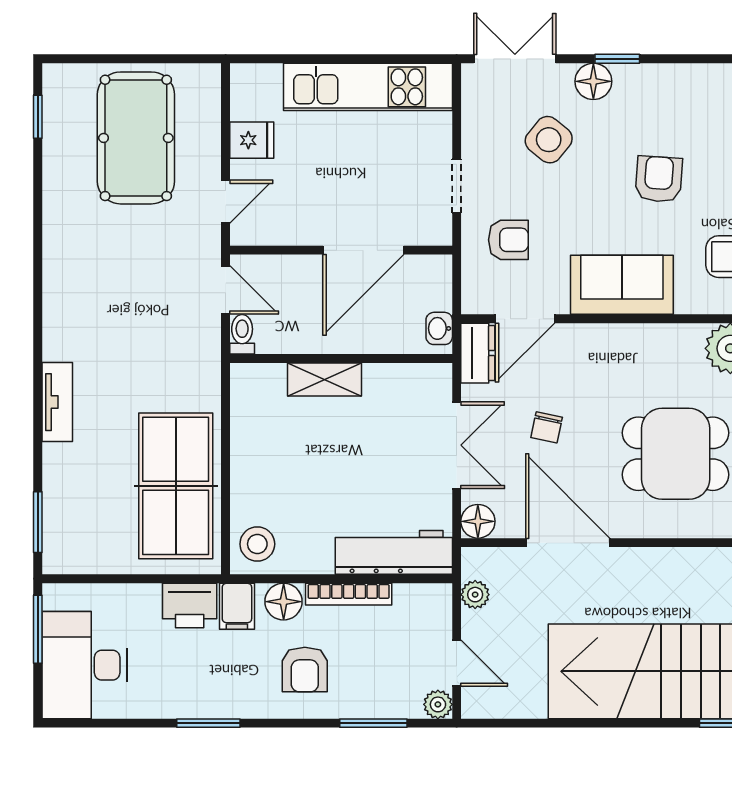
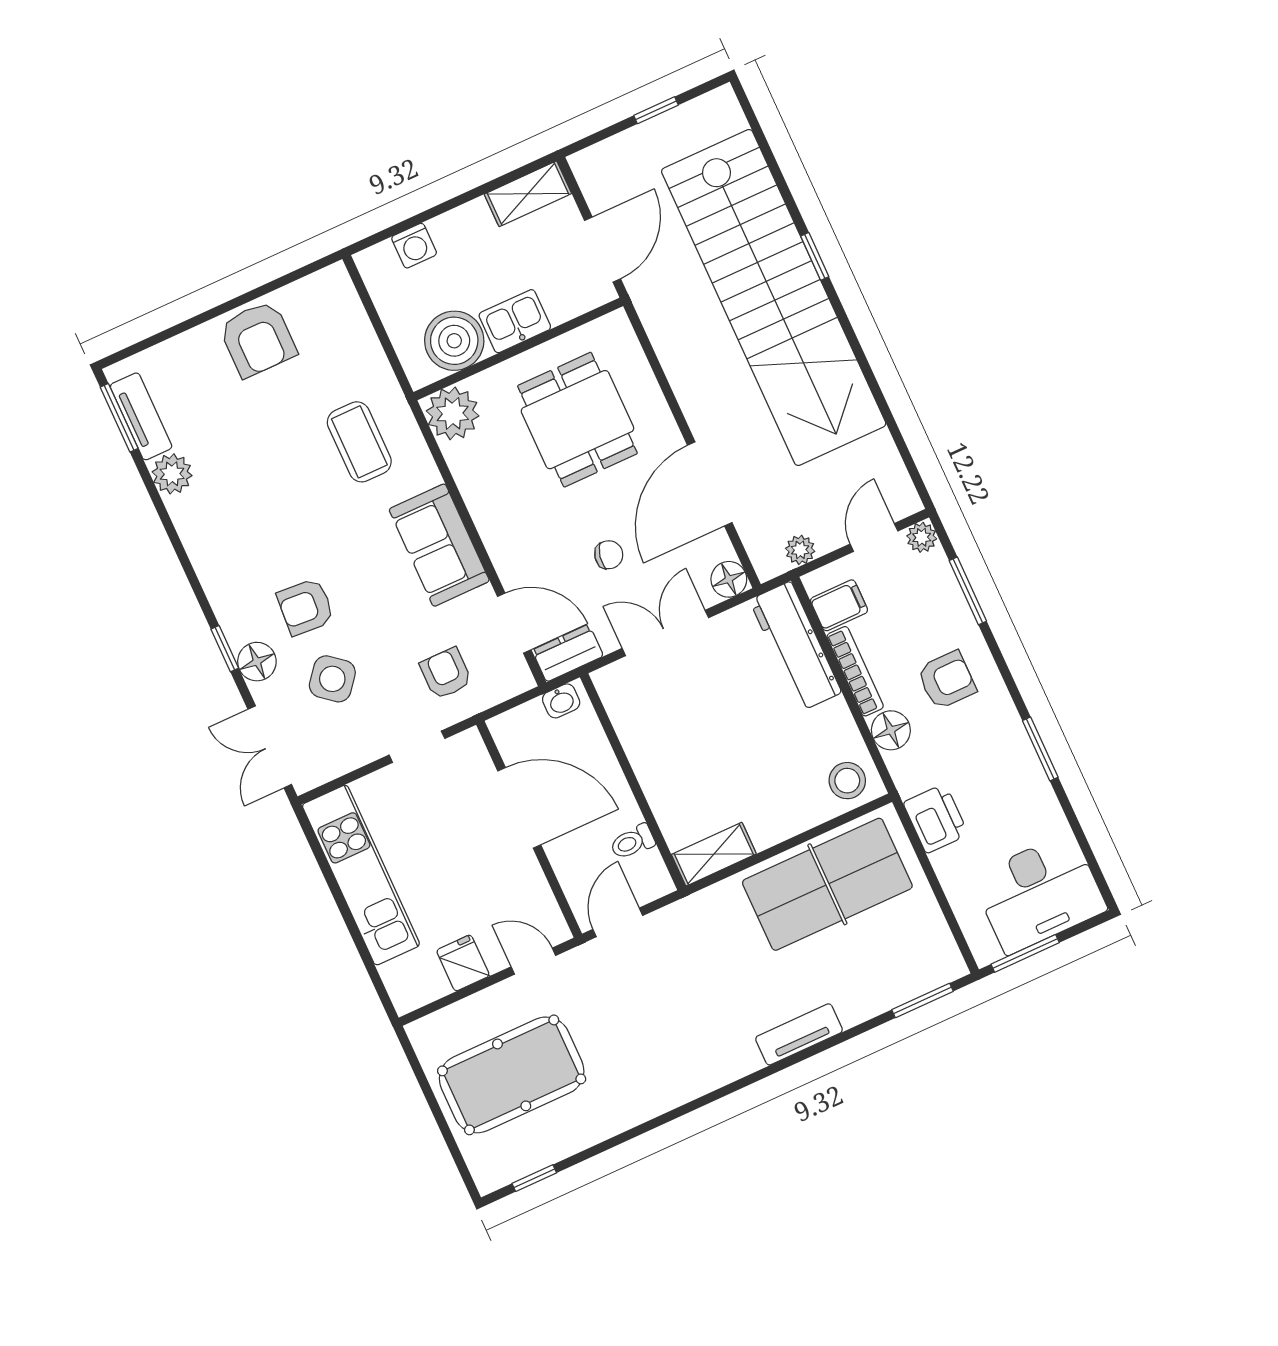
armchair: (659, 179) -> (306, 607), moved
toilet: (242, 334) -> (632, 842), moved
shelving: (325, 379) -> (714, 854), moved, turned 90
filing cabinet: (237, 606) -> (839, 605), moved

